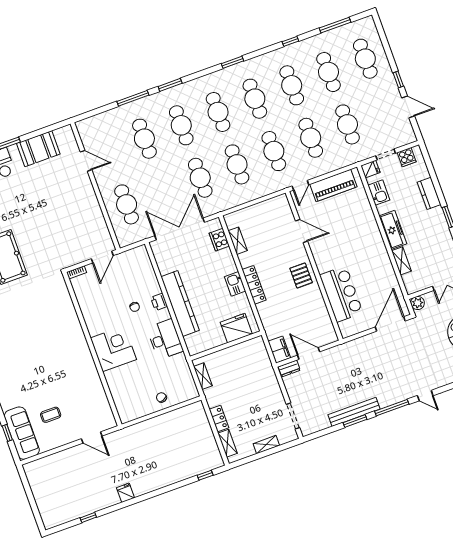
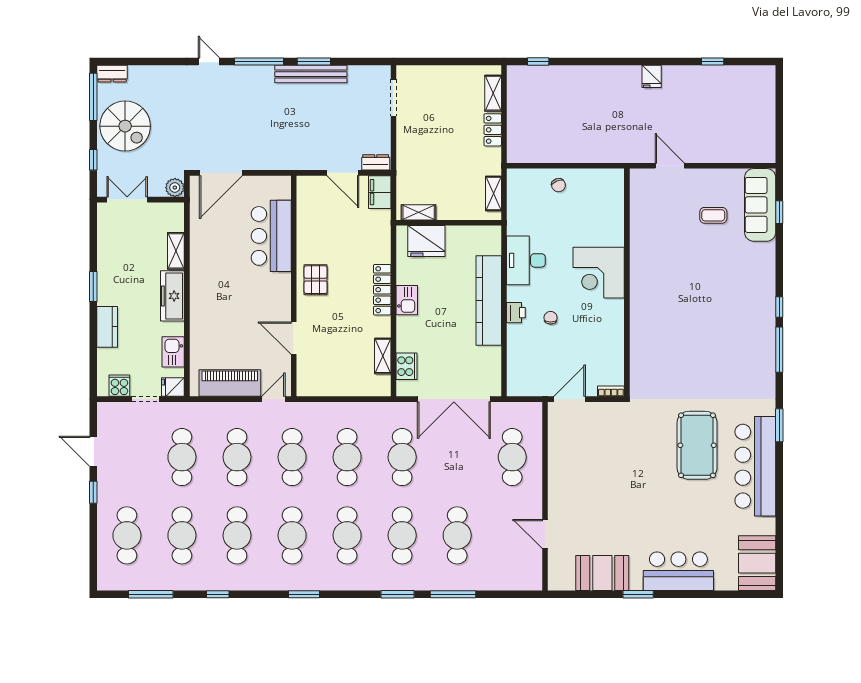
shelving: (266, 445) -> (419, 212), moved

